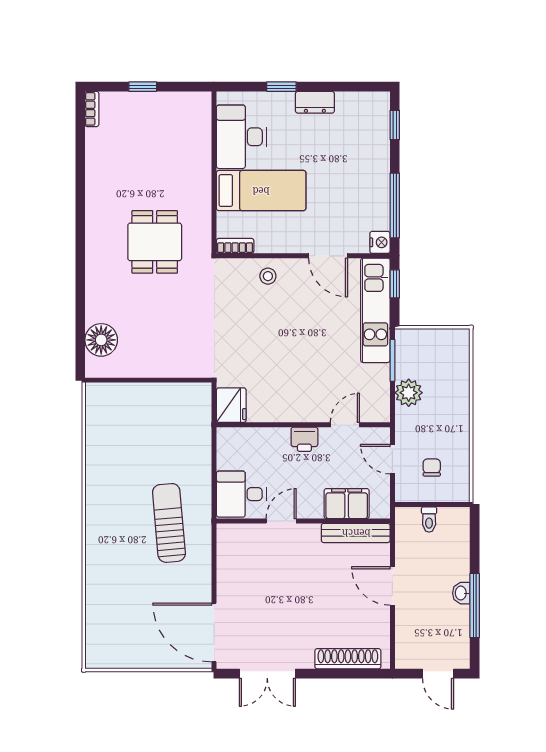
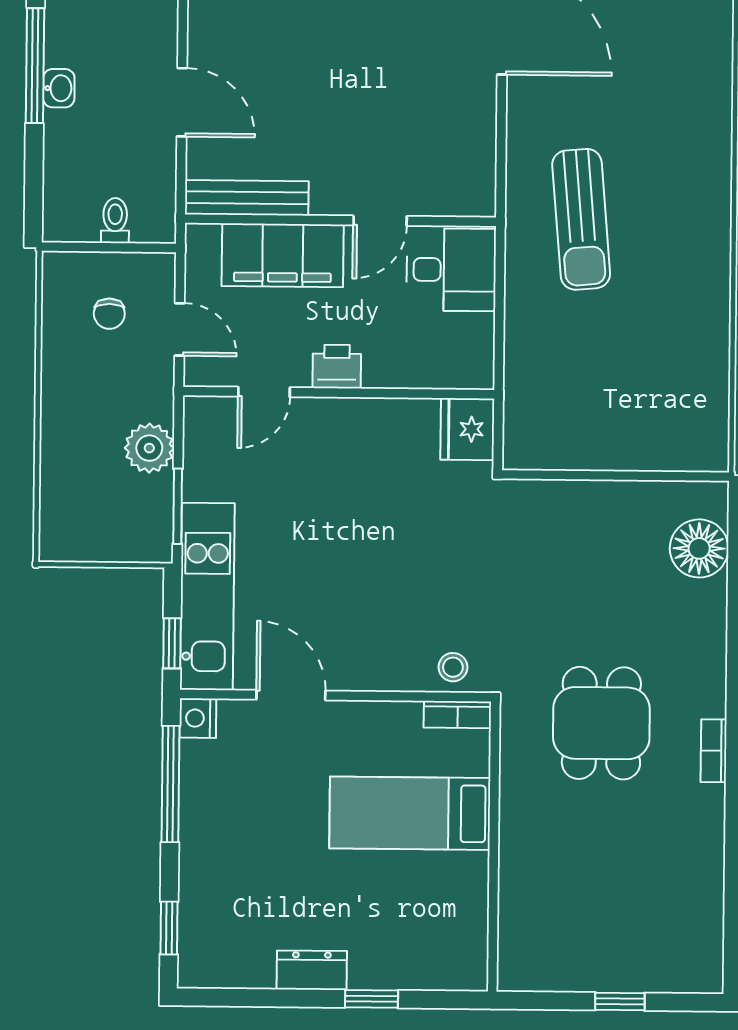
bookcase: (92, 109) -> (714, 751), moved
desk: (241, 137) -> (444, 910), removed
stool: (268, 276) -> (453, 667), moved
filing cabinet: (347, 504) -> (283, 255), width x1.50, depth x1.17

